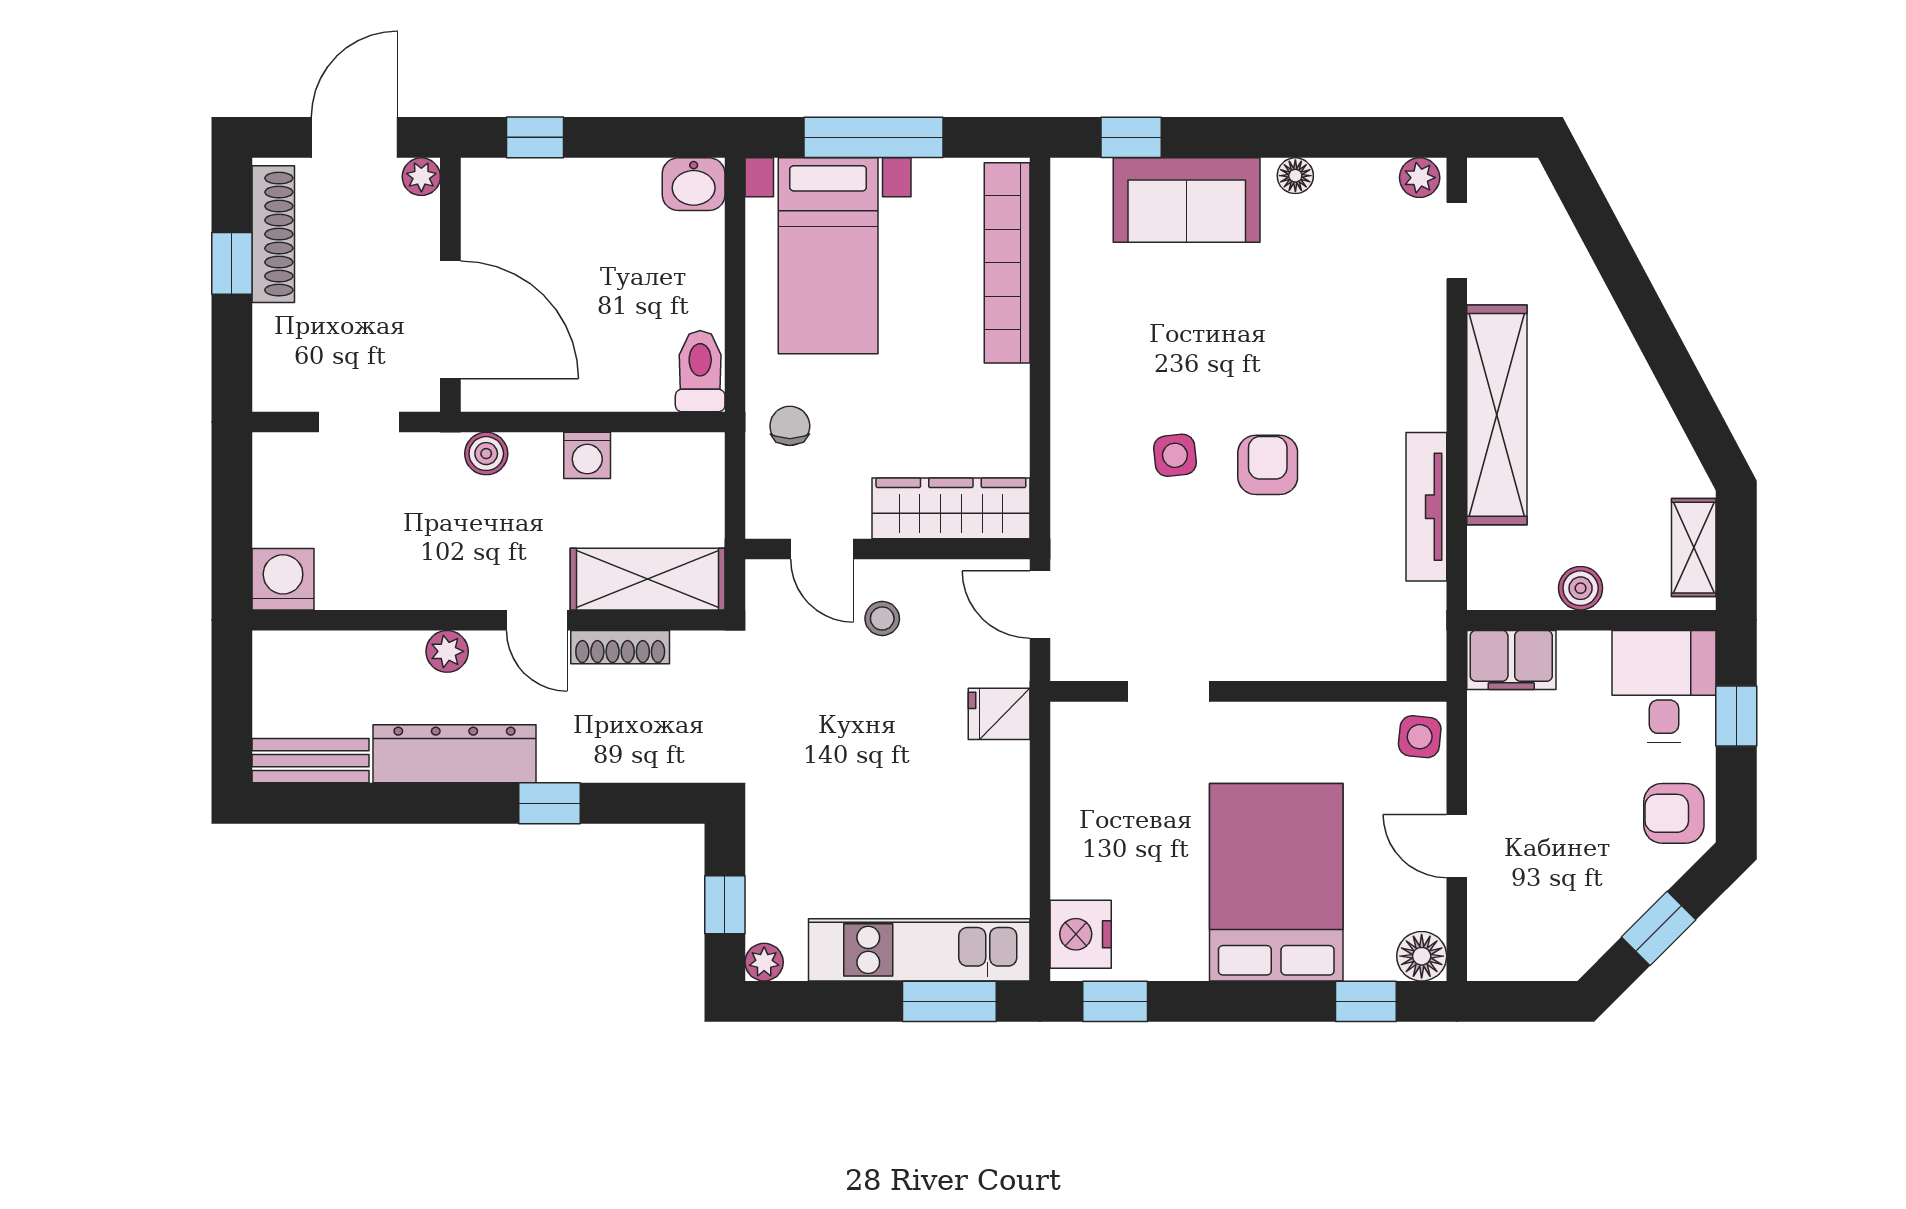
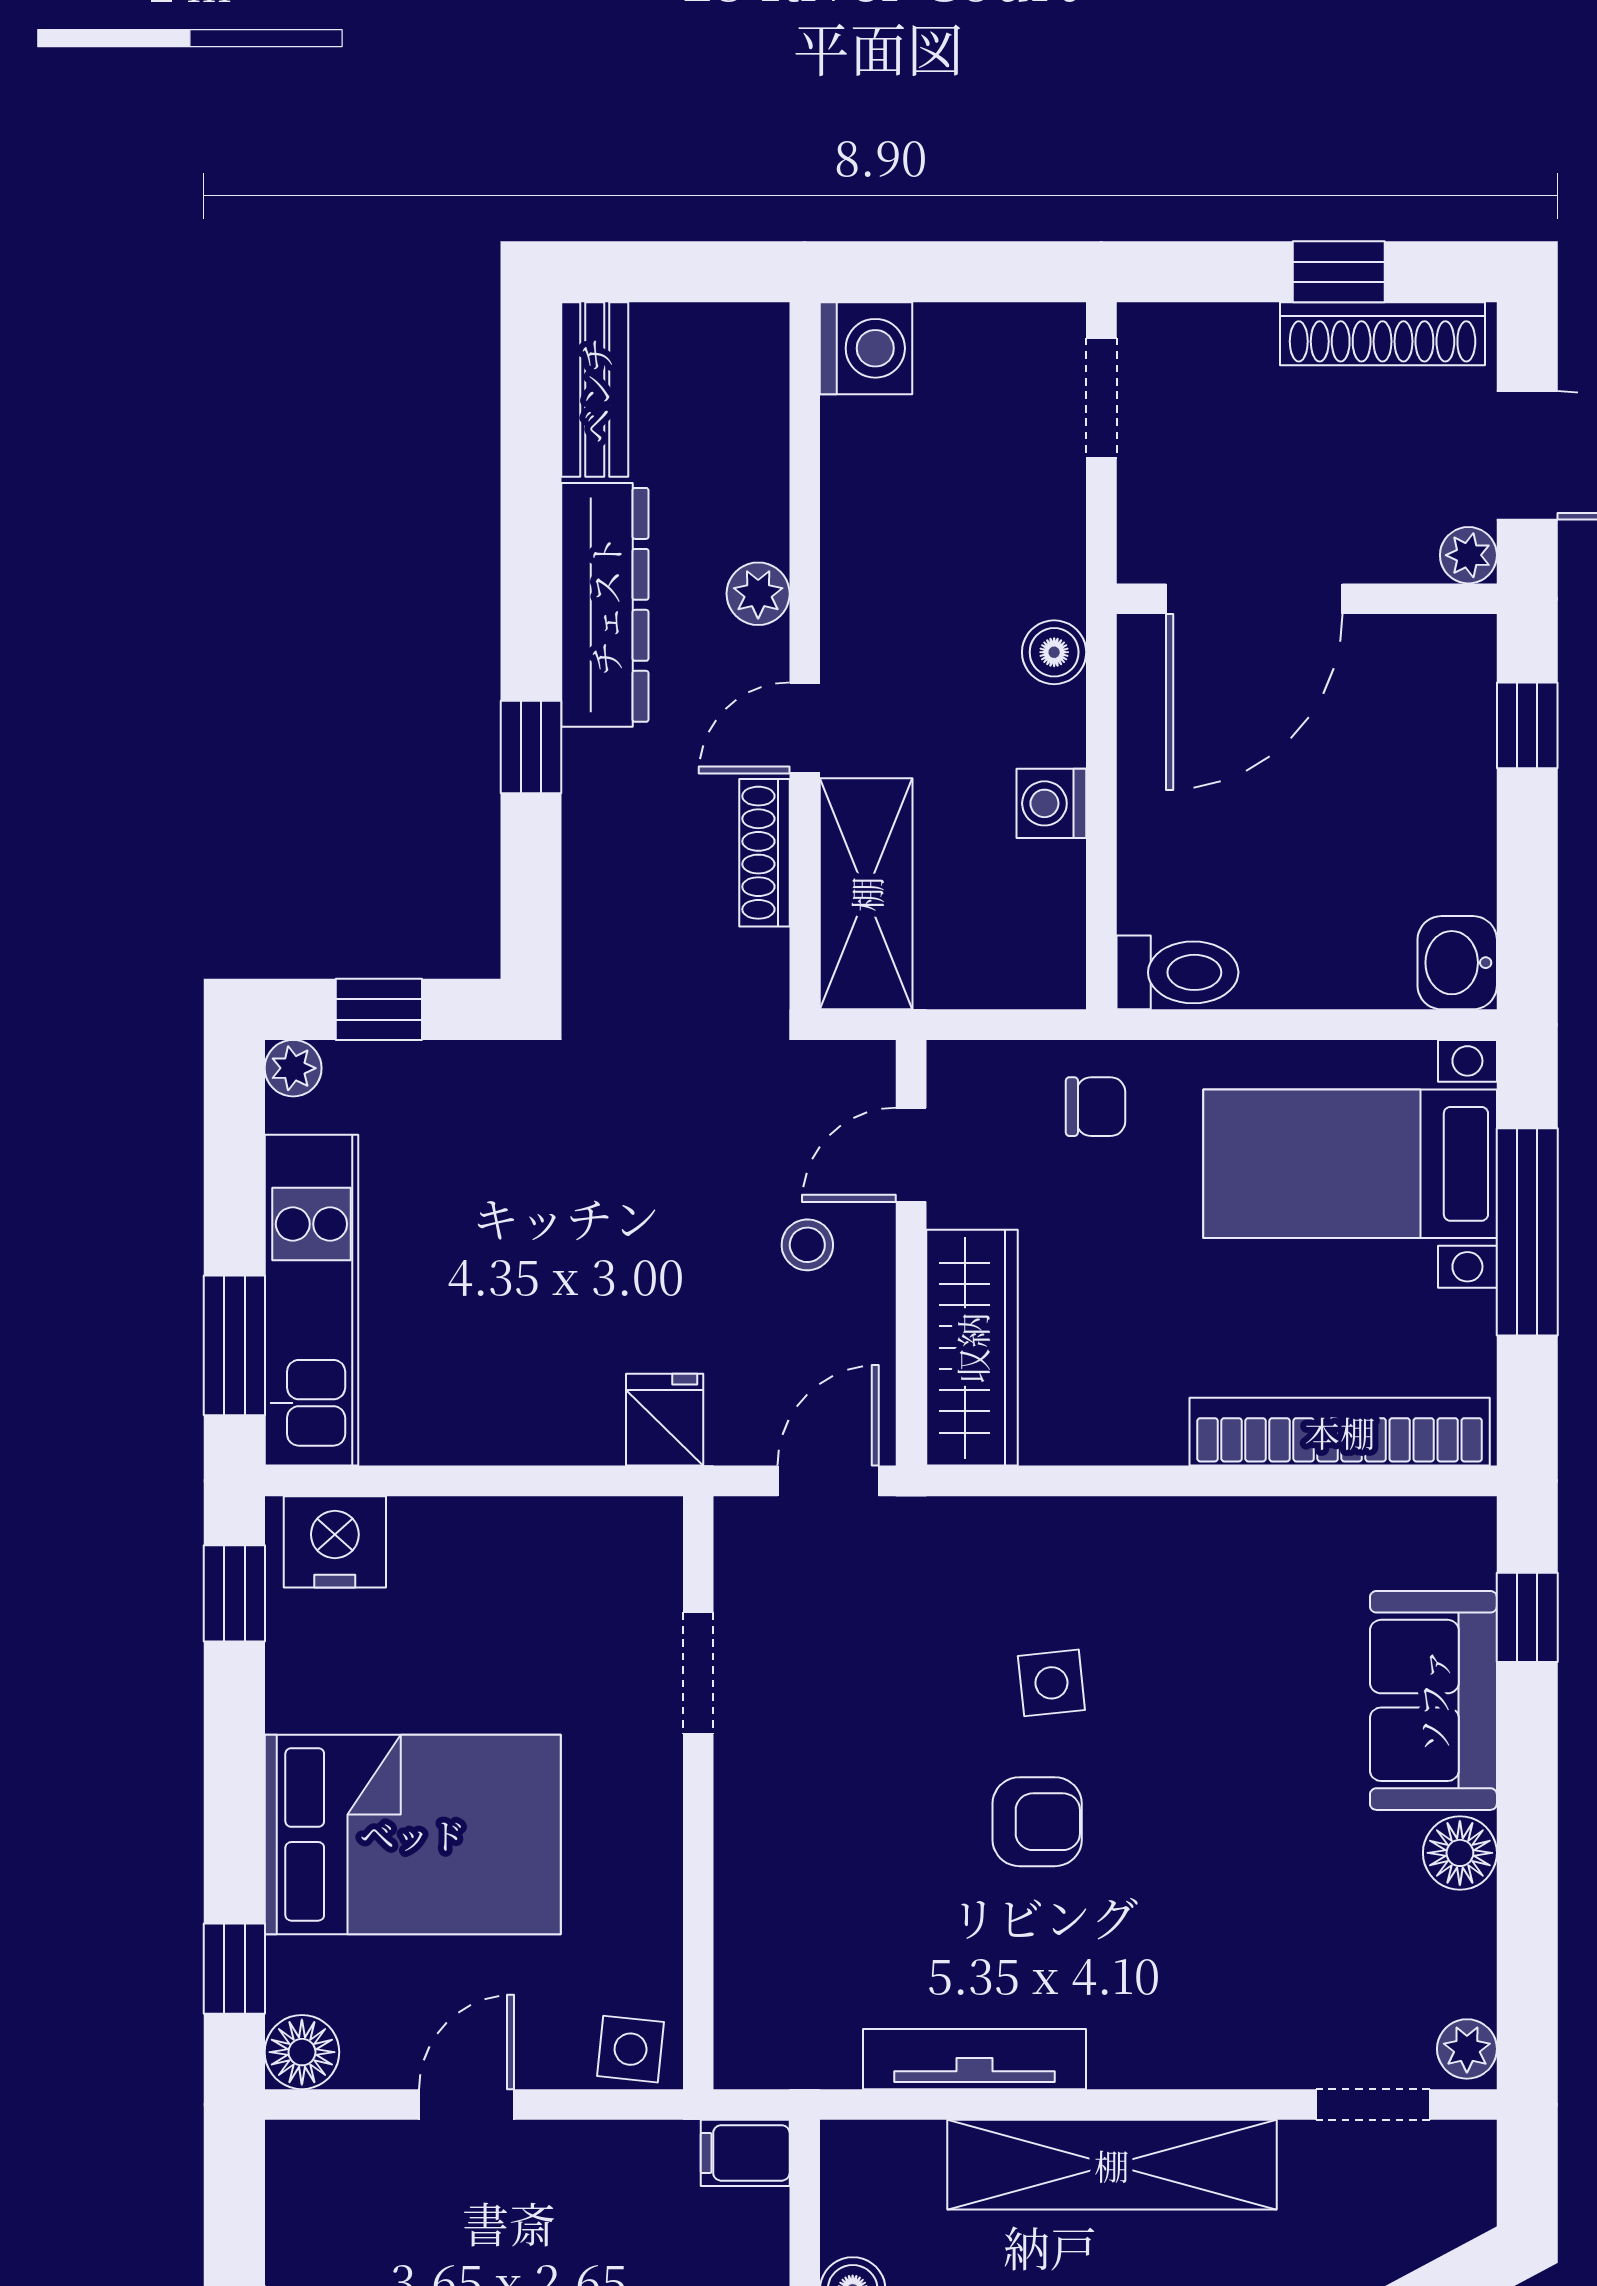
floor lamp: (1295, 176) -> (1460, 1853), width x1.37, depth x1.37
doorway: (359, 422) -> (1101, 398), moved
filing cabinet: (1511, 660) -> (745, 2153), width x0.50

